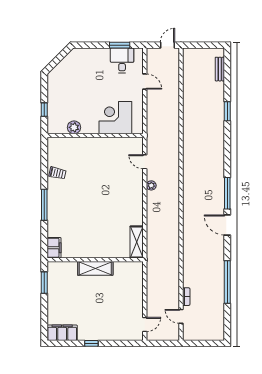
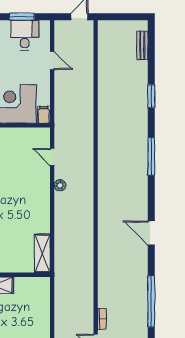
filing cabinet: (138, 127) -> (44, 115), added
window: (227, 193) -> (151, 156), moved

